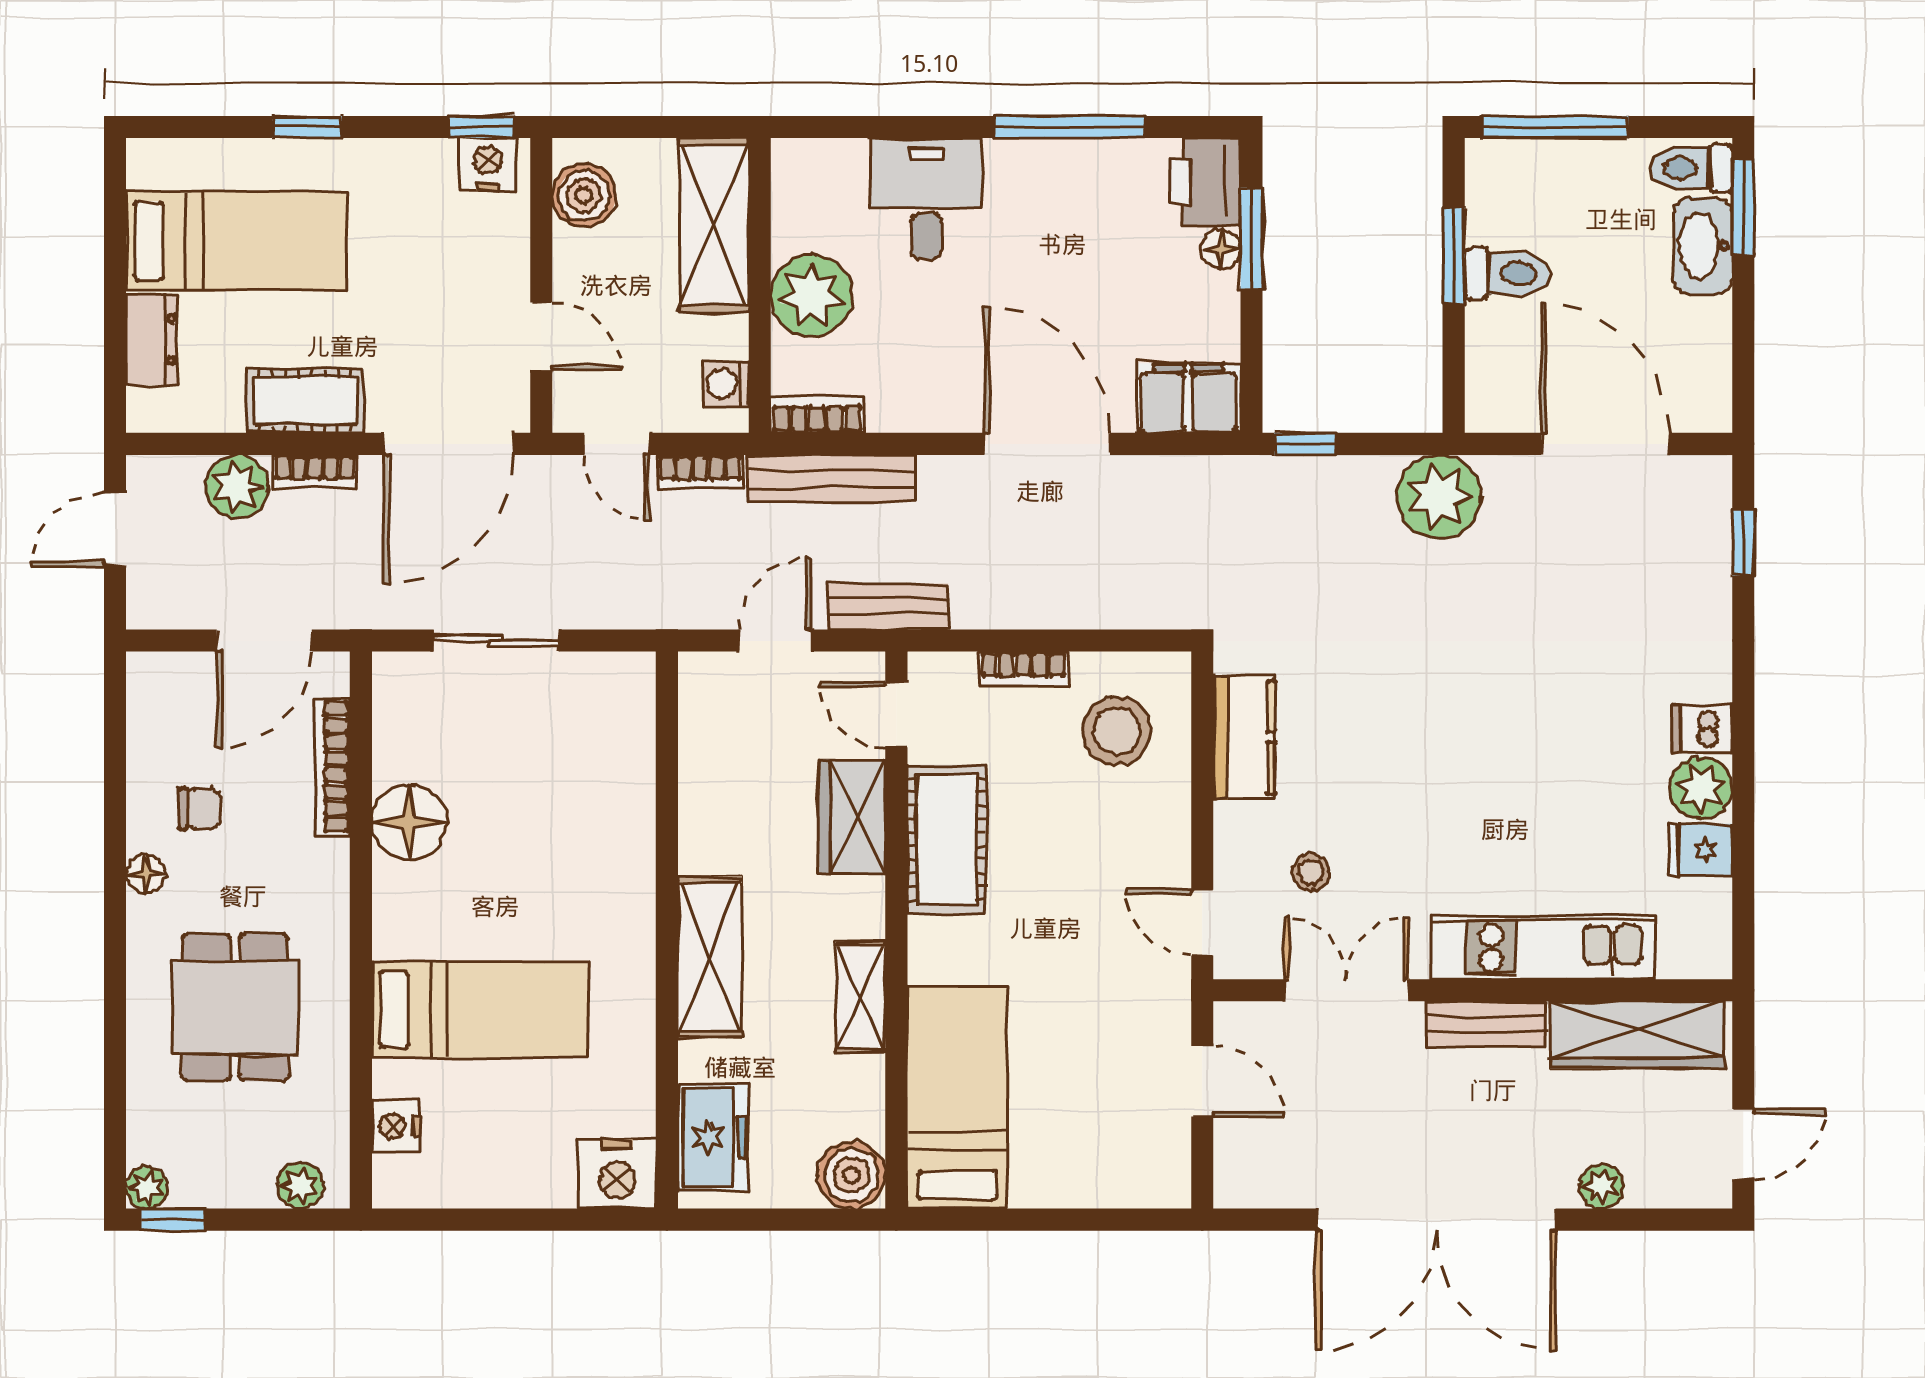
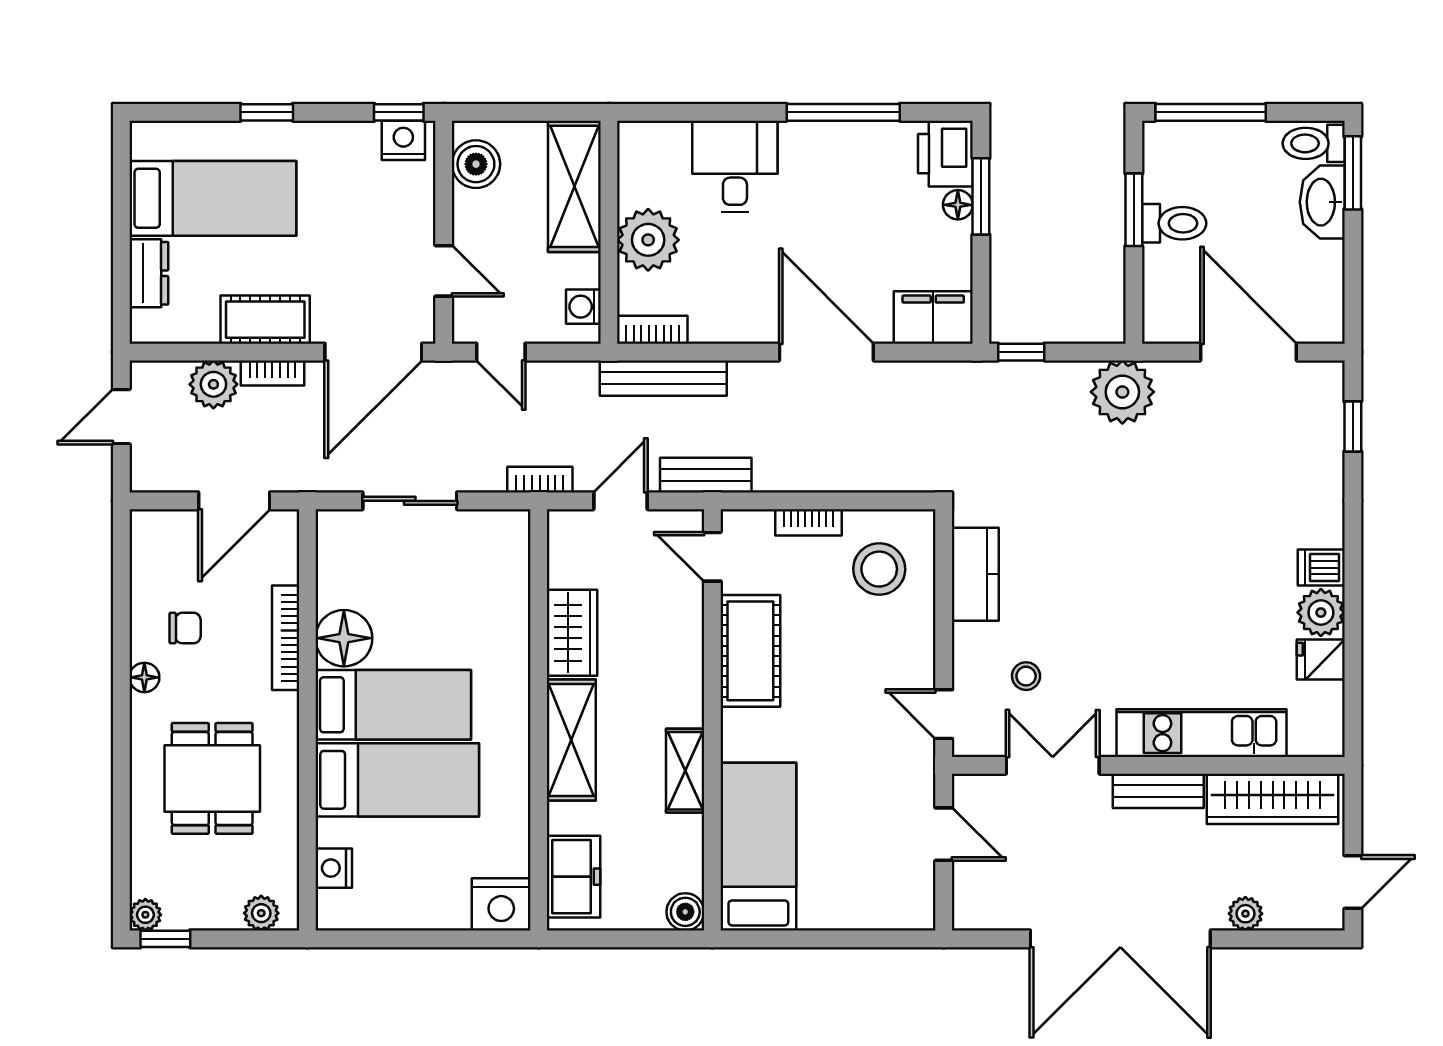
bookcase: (700, 472) -> (540, 480), moved, turned 180
bookcase: (332, 767) -> (286, 638), moved
wardrobe: (852, 817) -> (572, 633), moved, turned 180
bed: (474, 910) -> (393, 705), added
boiler: (852, 1175) -> (685, 912), width x0.73, depth x0.73

